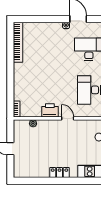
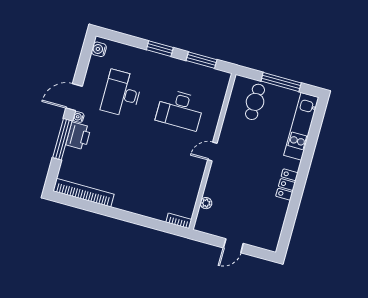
window: (49, 19) -> (62, 139), added
printer: (50, 110) -> (78, 136), moved, turned 180

